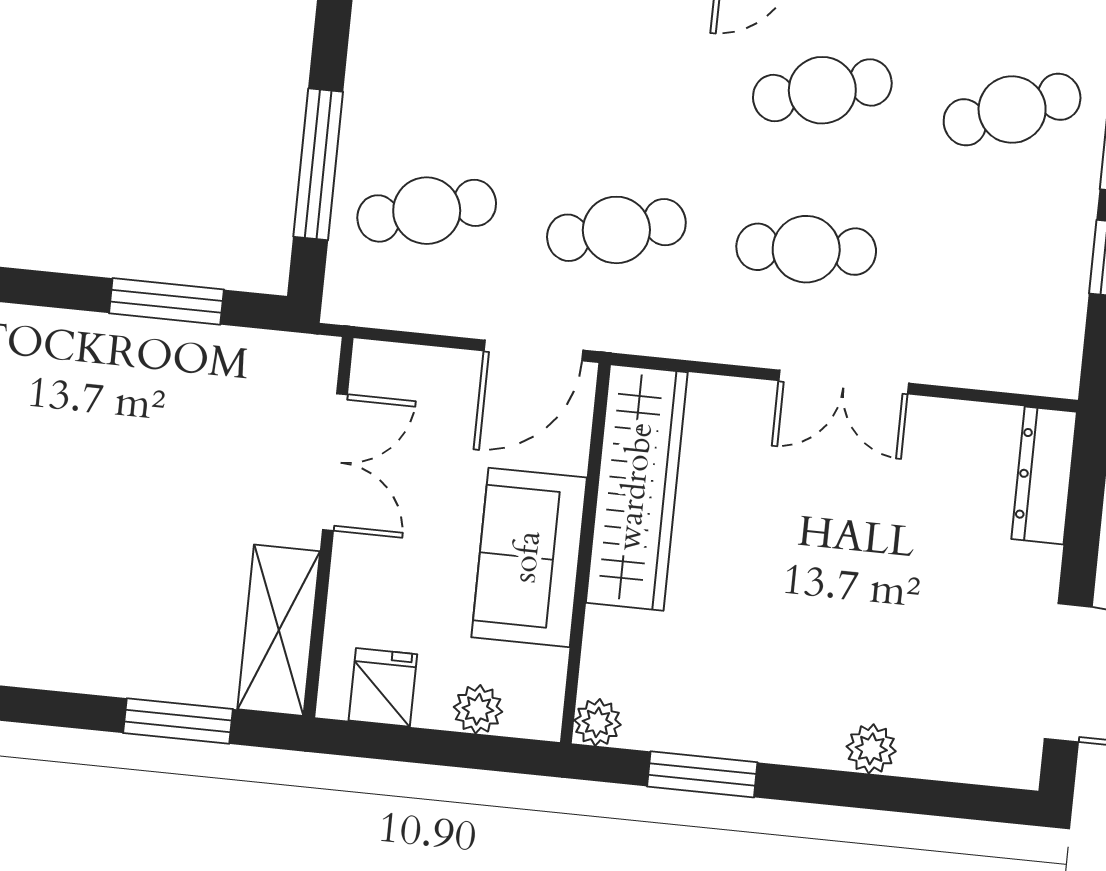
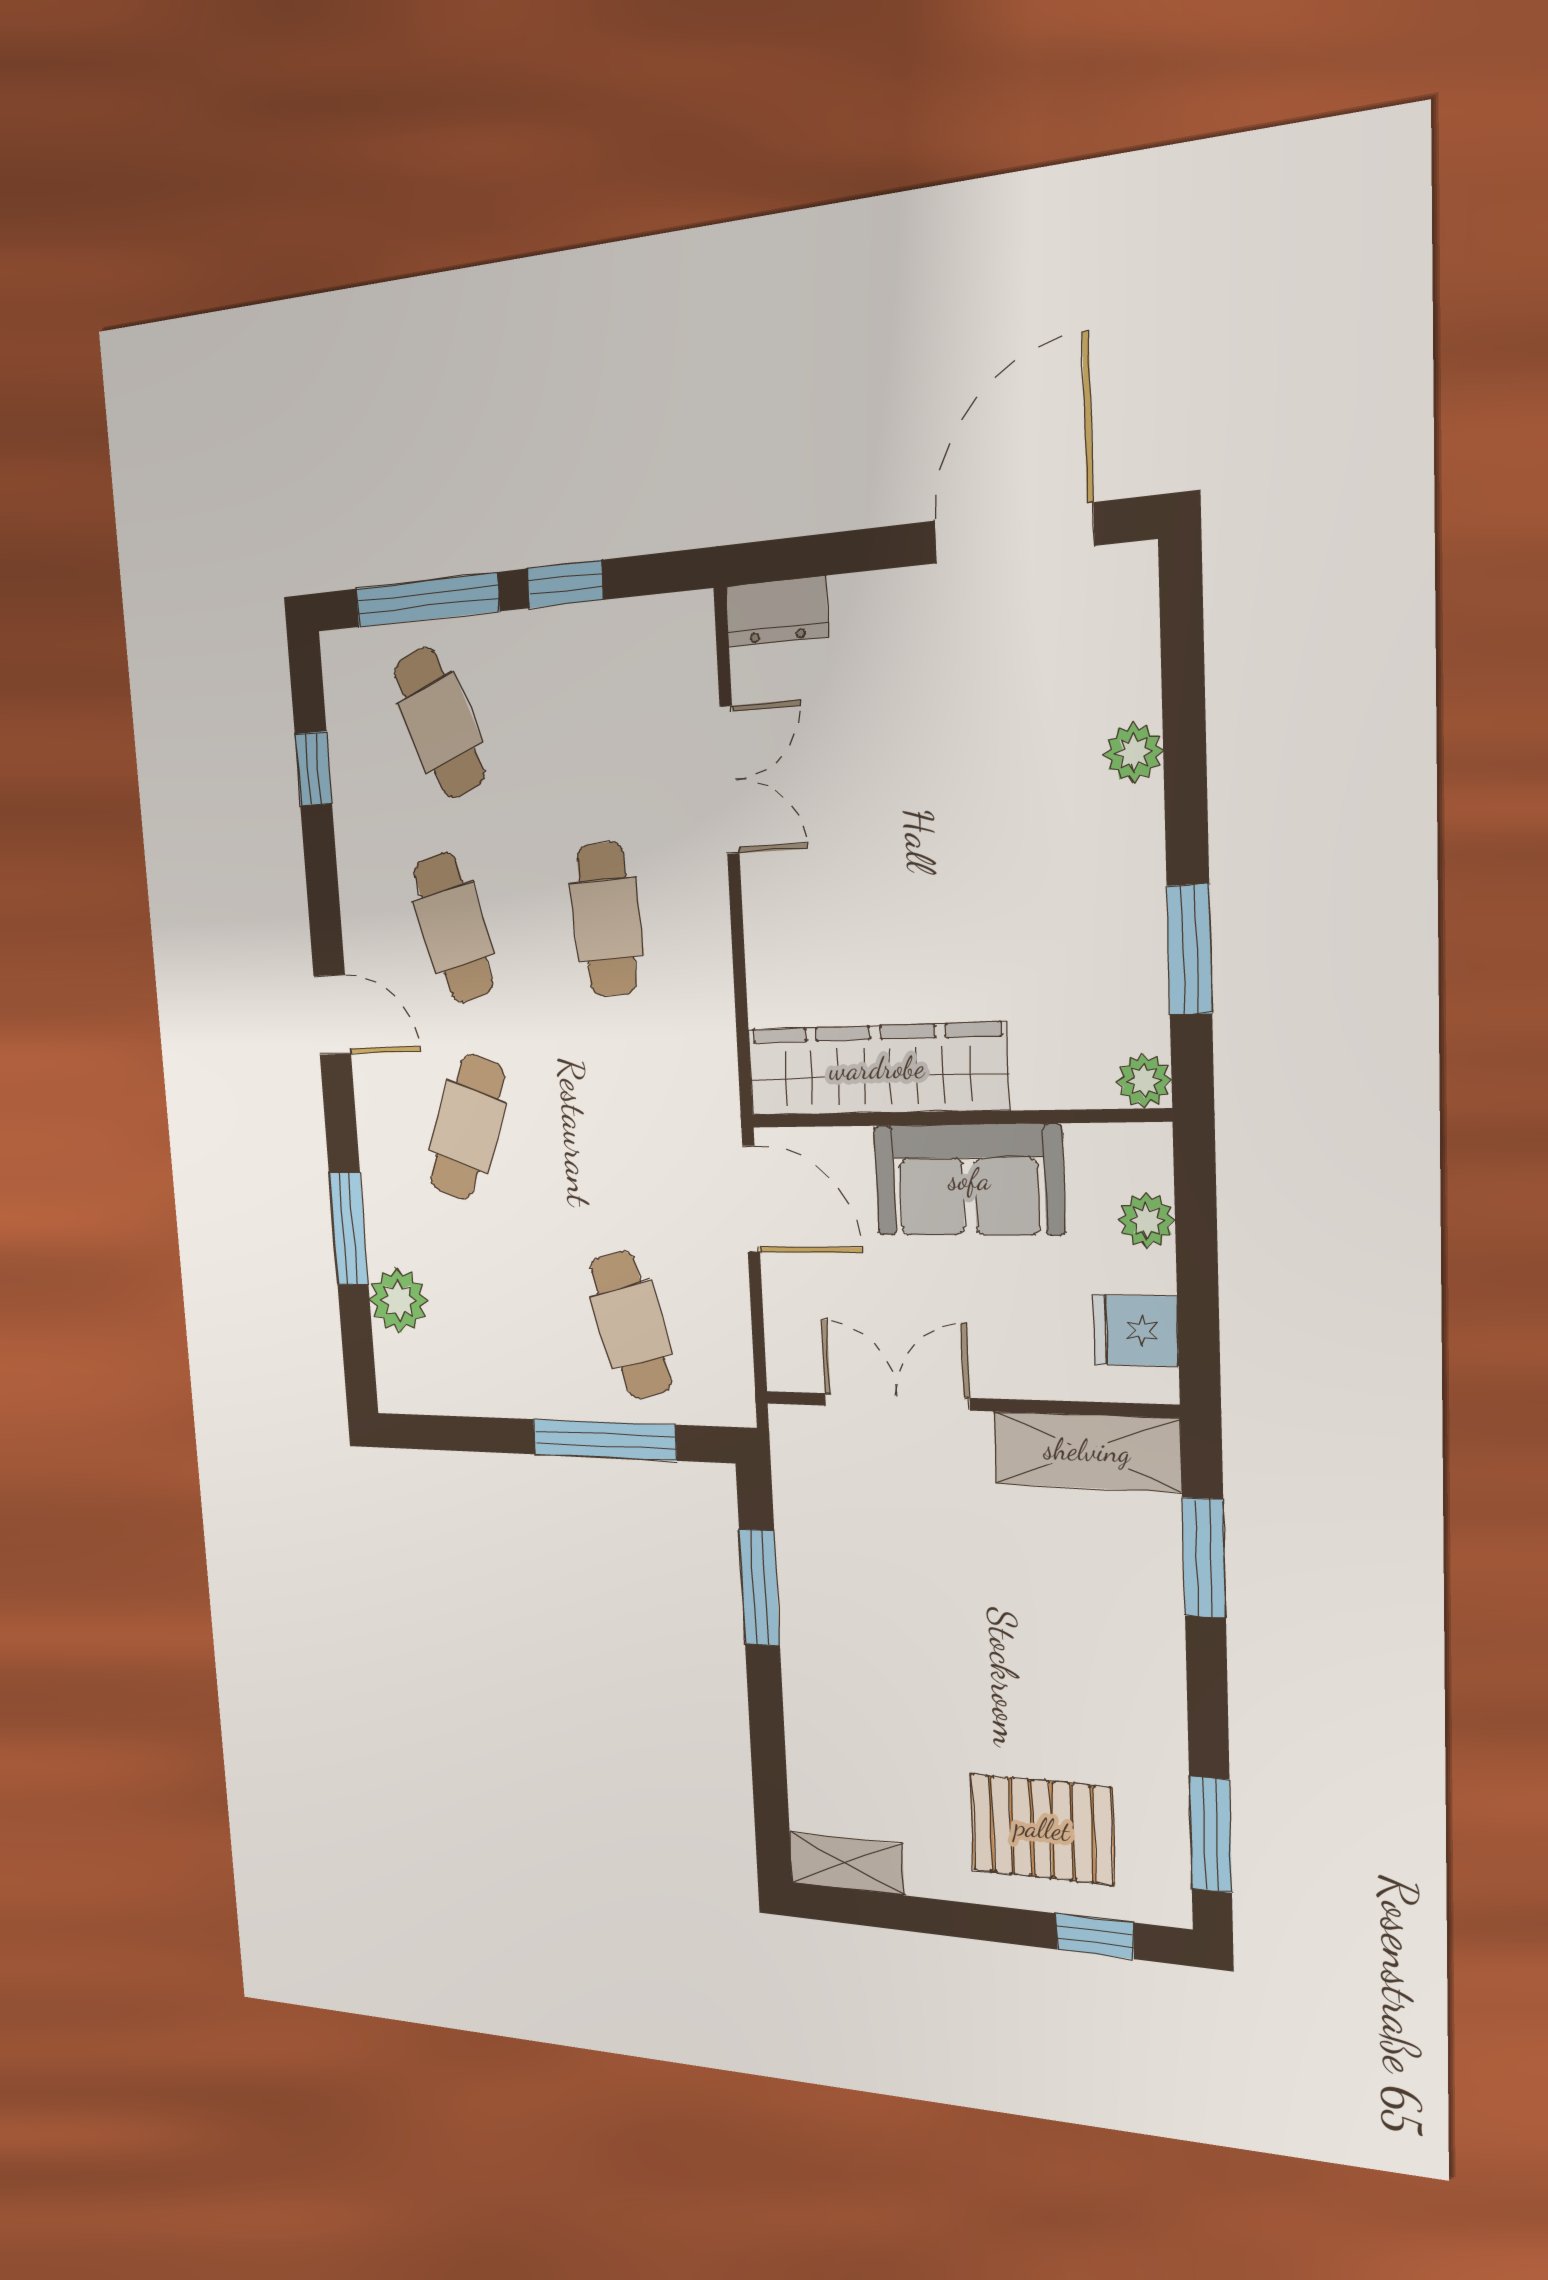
cafe table: (616, 230) -> (467, 1127), moved, turned 36
double door: (844, 382) -> (730, 780), moved
dresser: (1044, 475) -> (777, 612), width x0.70

